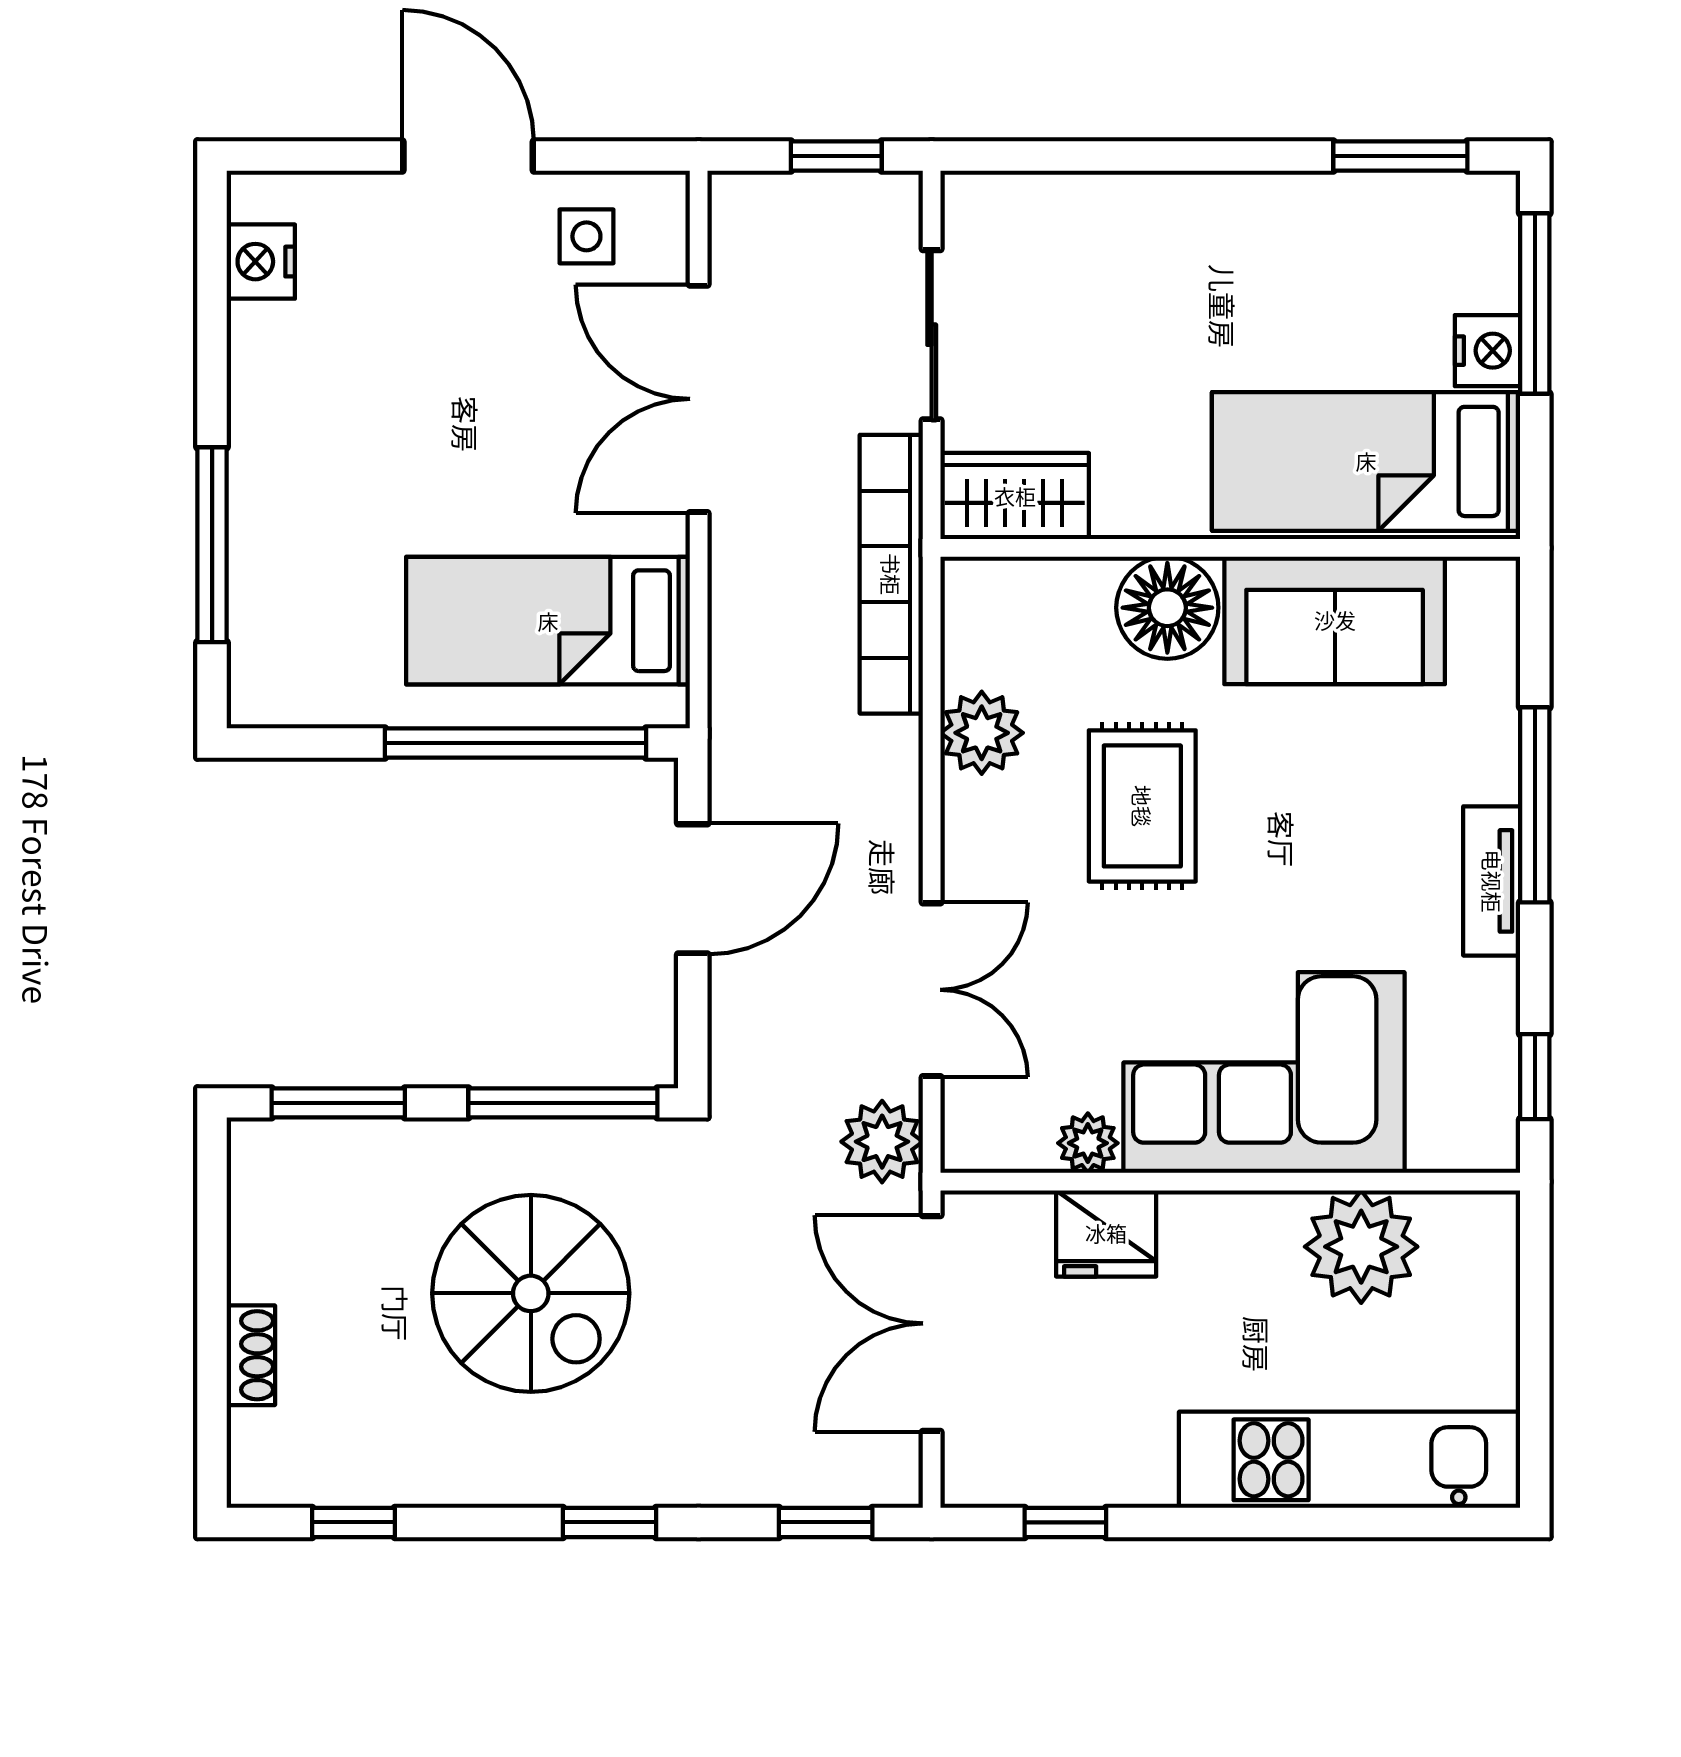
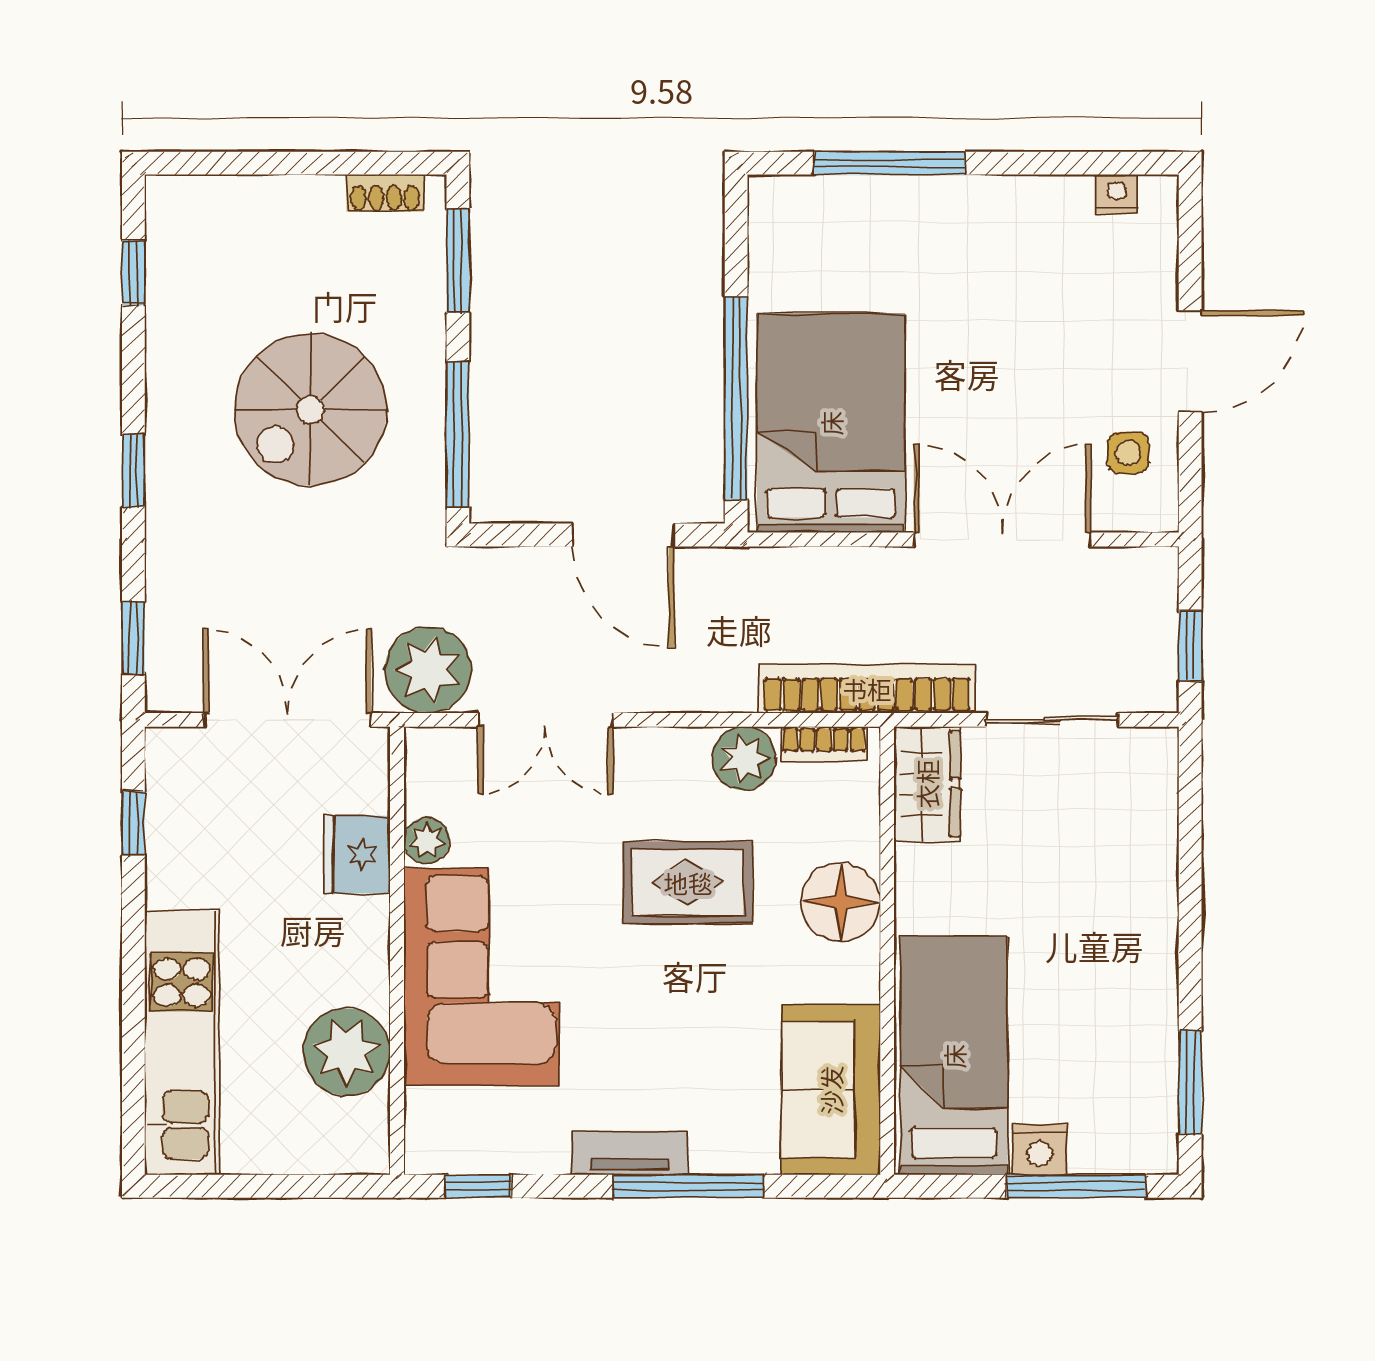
nightstand: (261, 262) -> (1117, 194), width x0.72, depth x0.74
sofa: (1335, 620) -> (831, 1090), moved
bed: (548, 621) -> (831, 423), width x1.50
bookcase: (963, 629) -> (824, 744), added
plant: (882, 1142) -> (428, 670), width x1.36, depth x1.36
shoe rack: (251, 1355) -> (385, 193), moved

